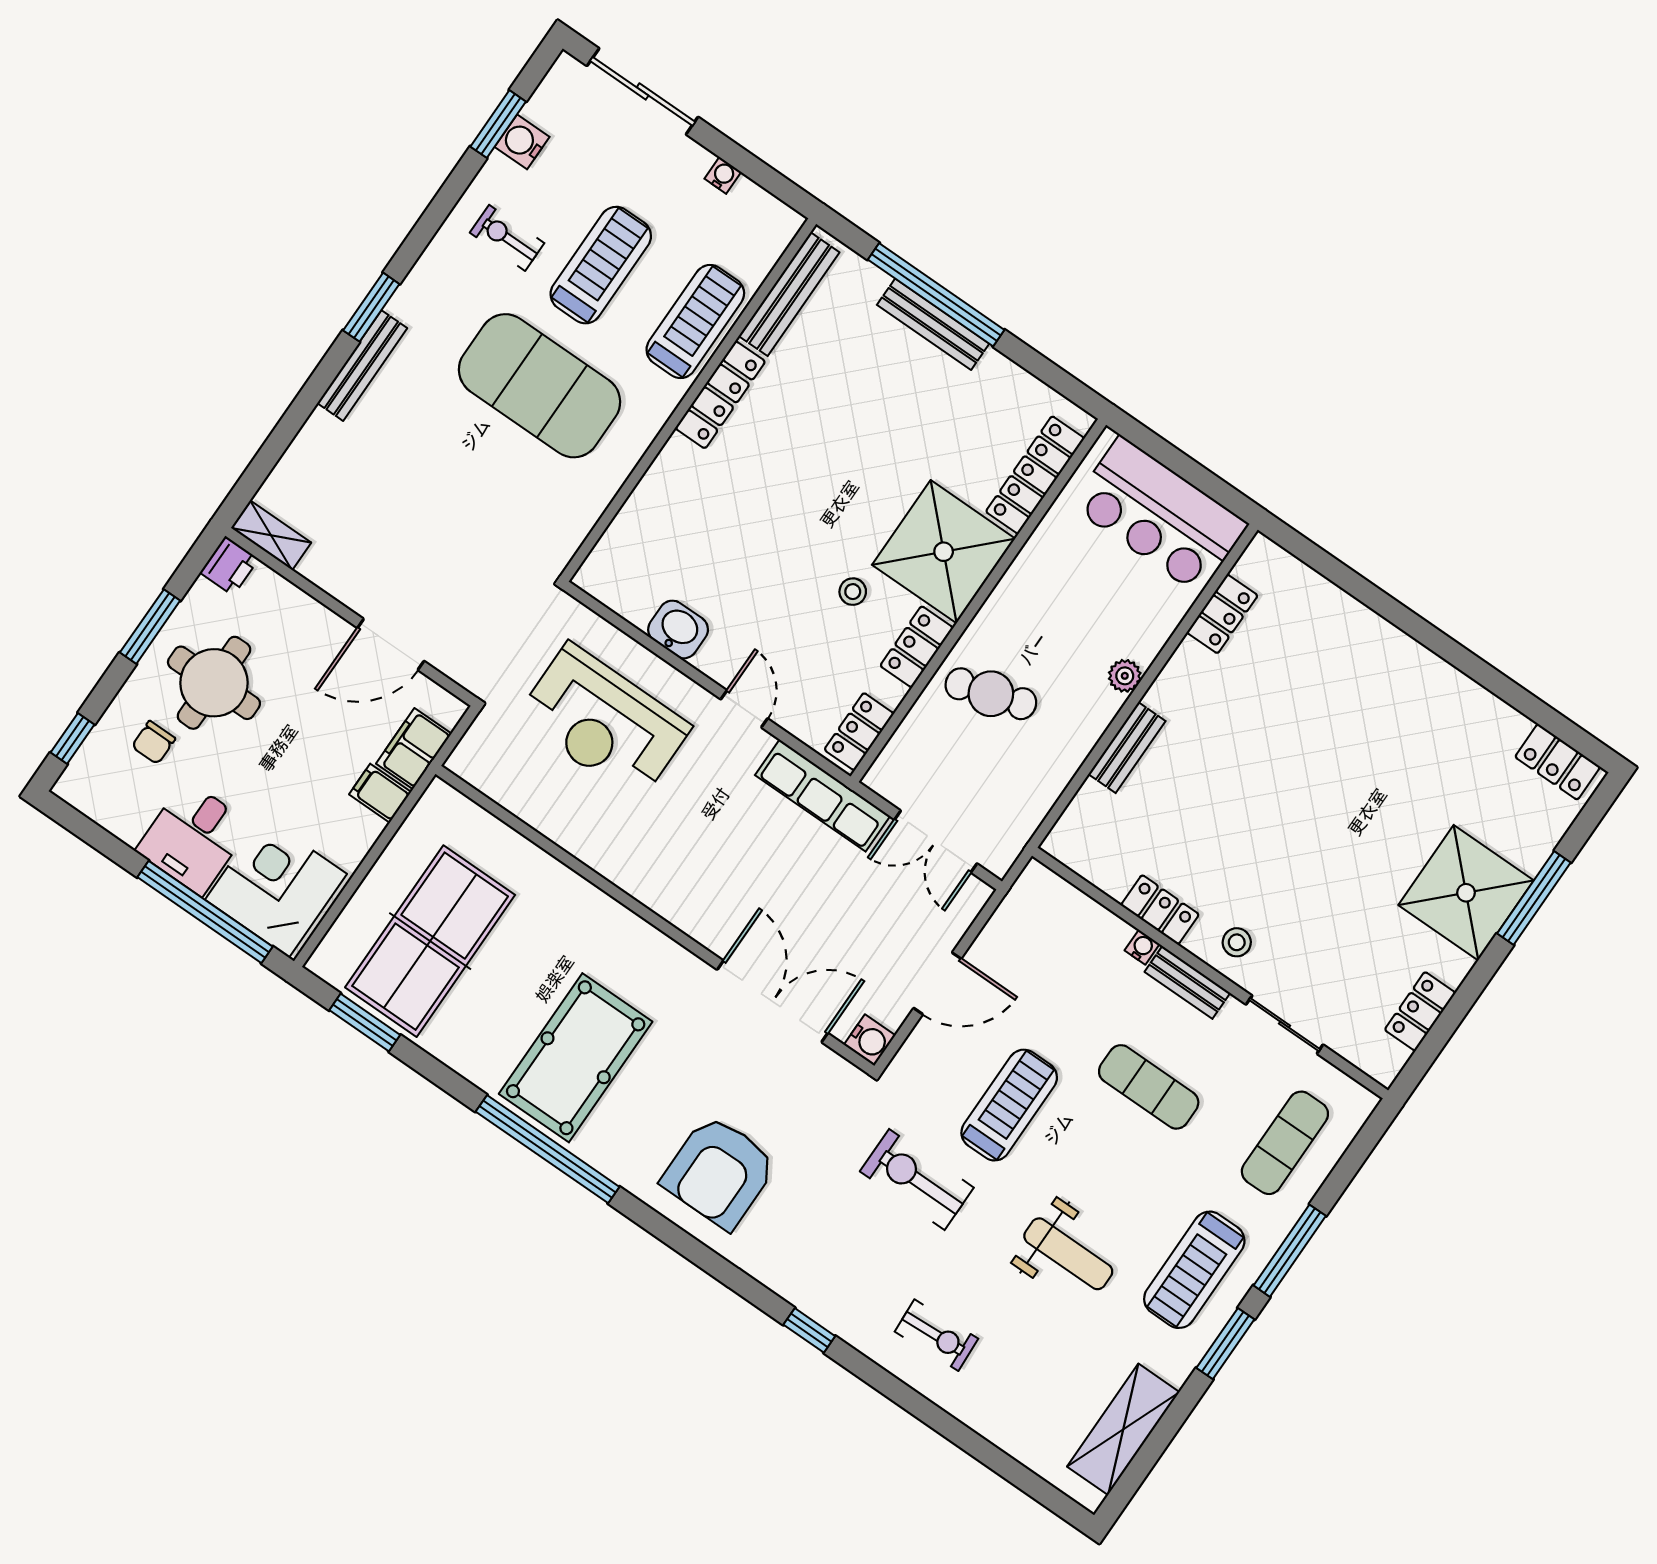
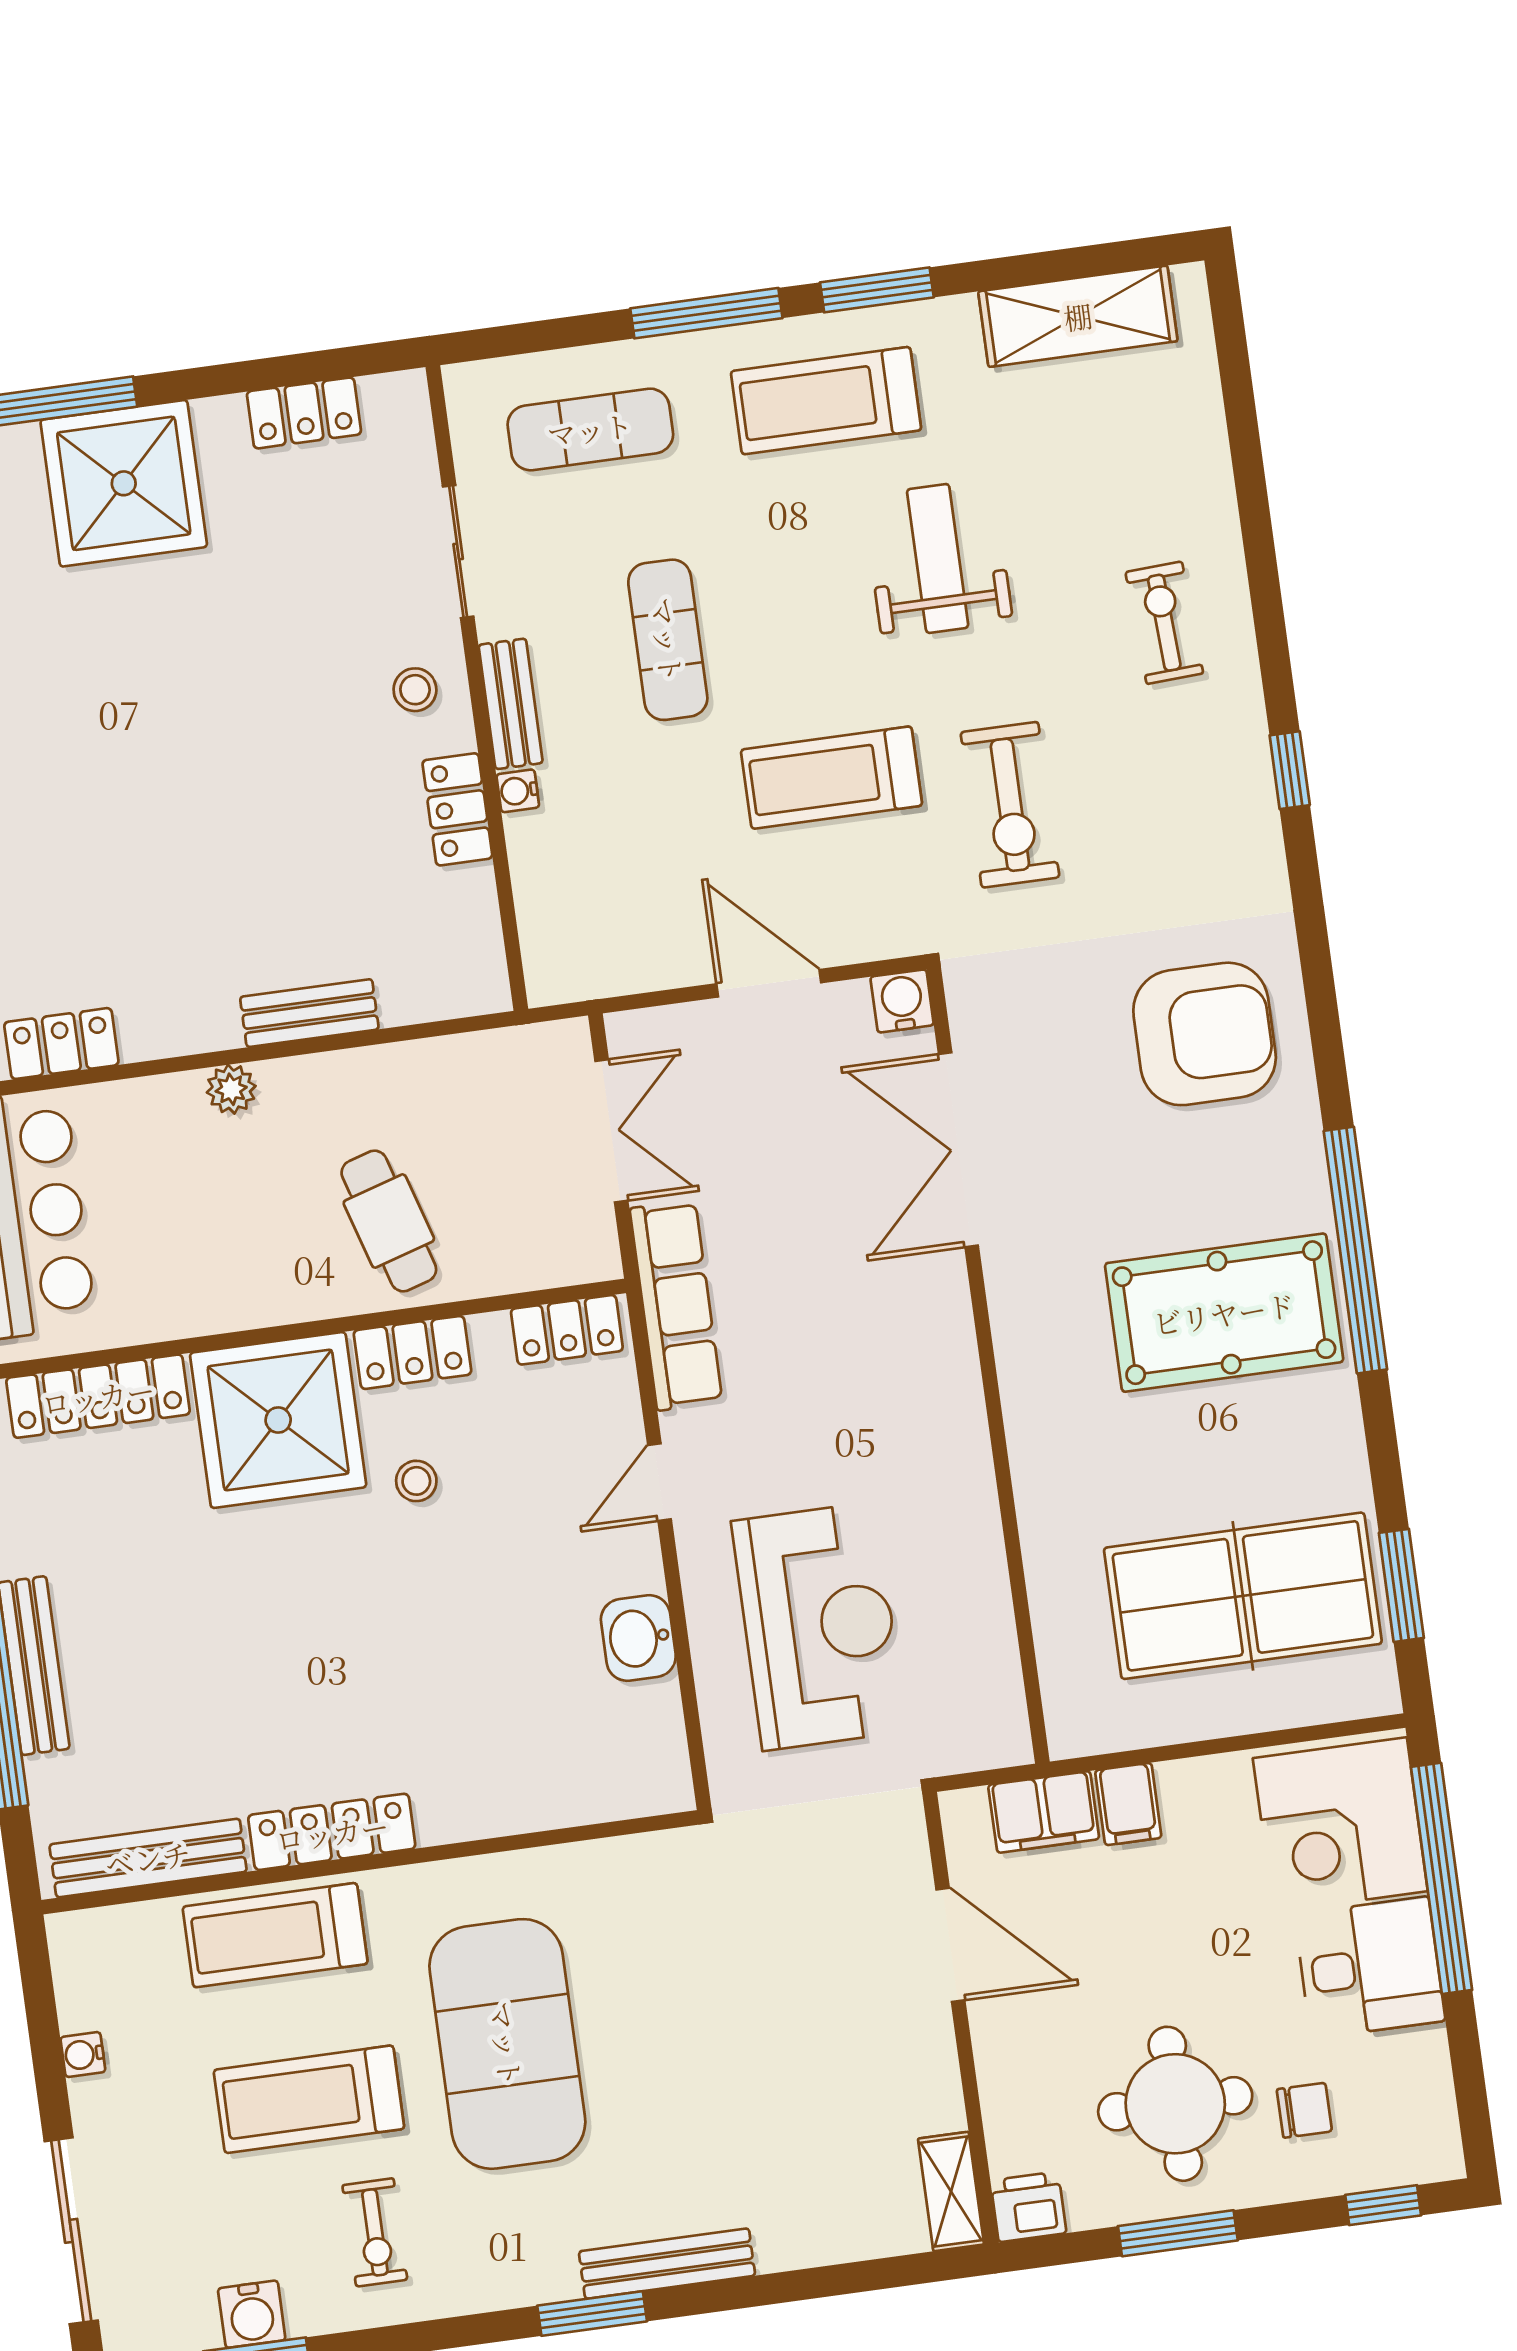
treadmill: (1194, 1270) -> (826, 401), turned 180

